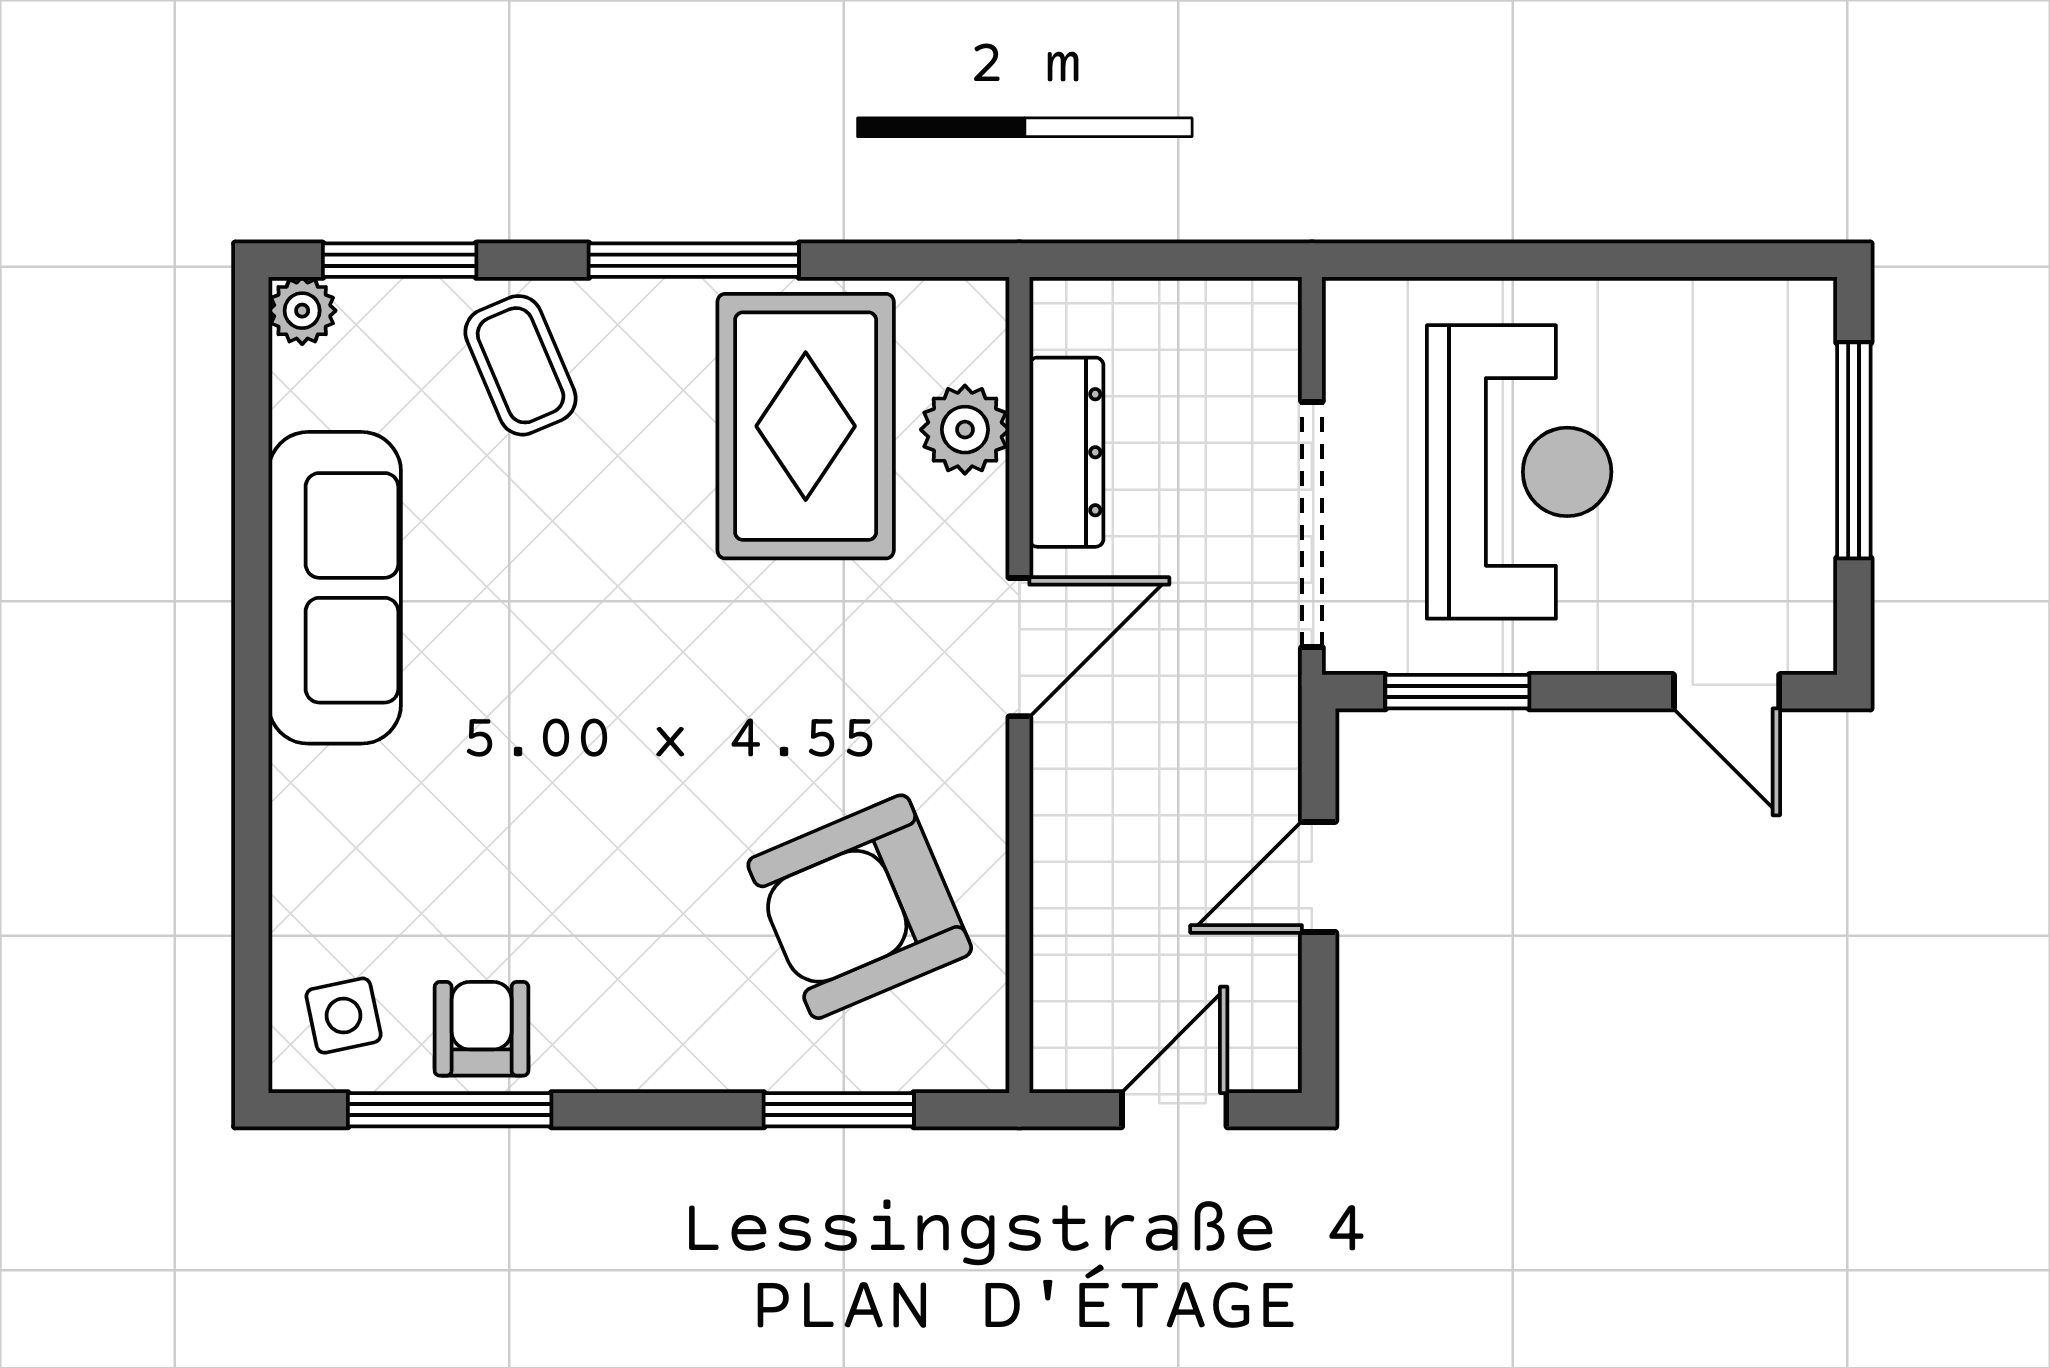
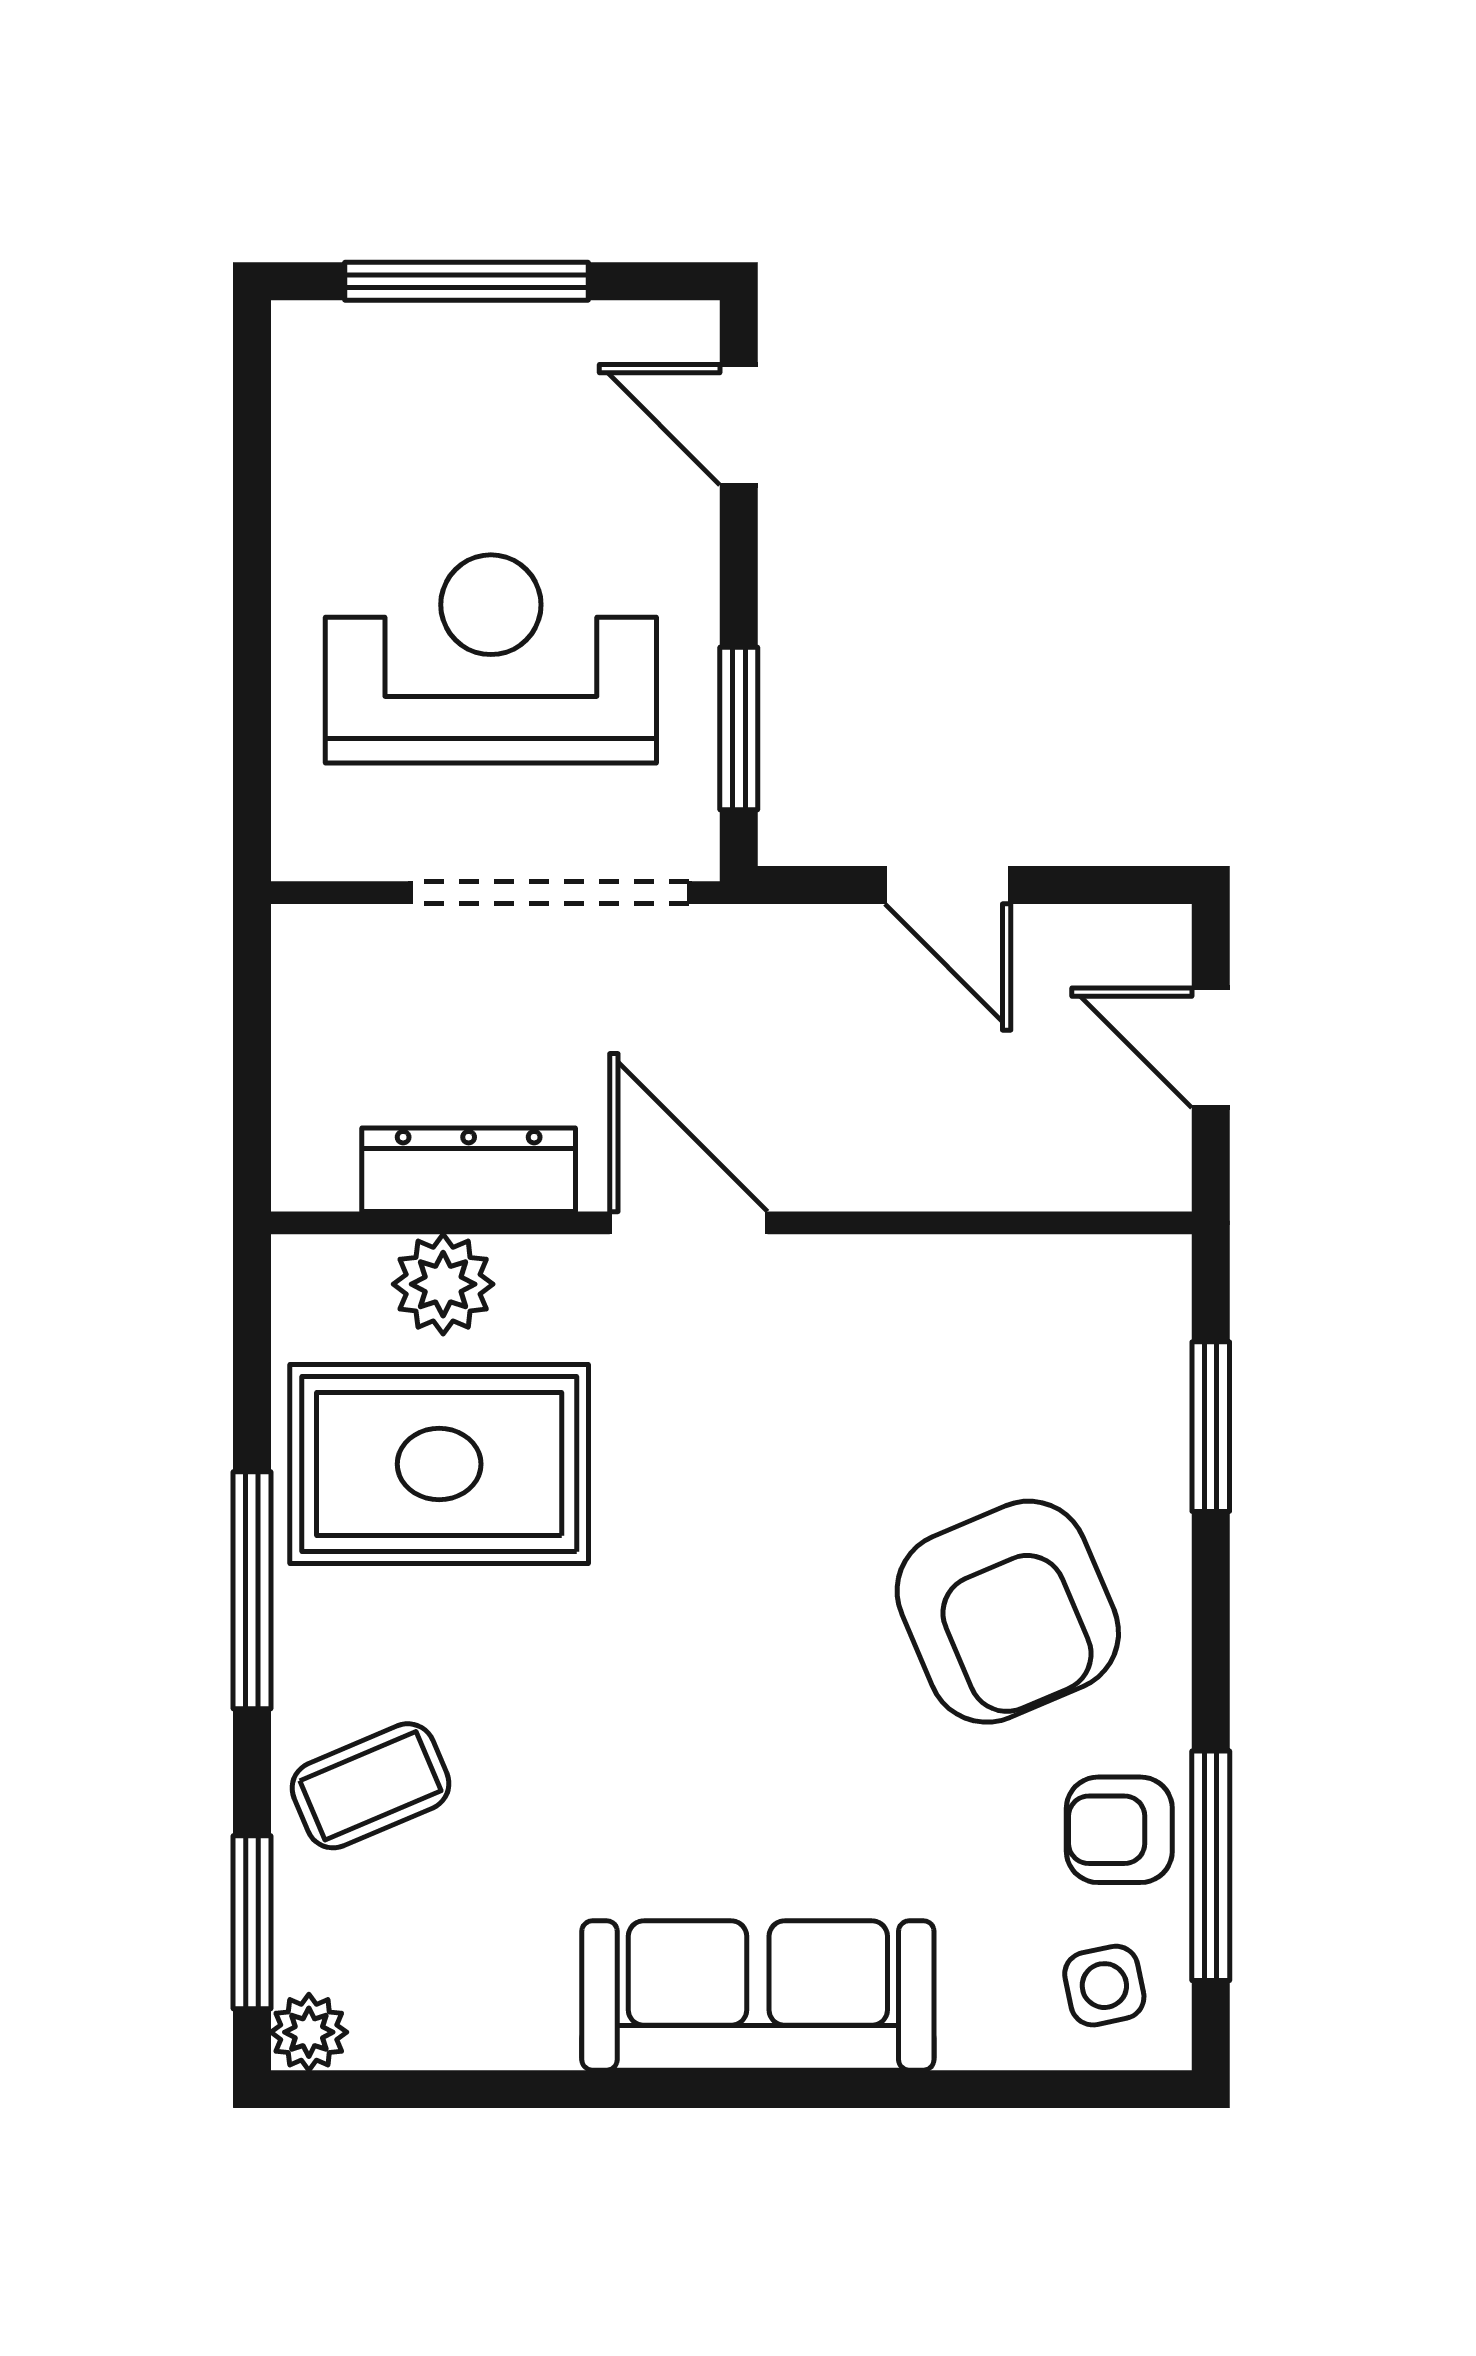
sofa: (335, 588) -> (758, 1995), moved
door: (1727, 692) -> (739, 425), swing flipped
armchair: (860, 907) -> (1008, 1612), moved

